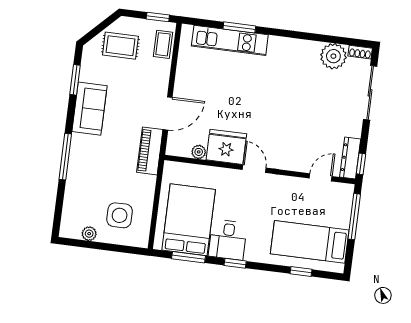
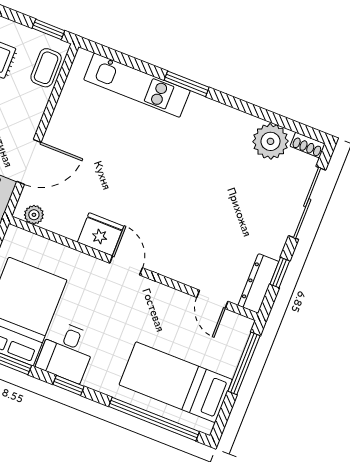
window: (239, 27) -> (187, 84), moved
fridge: (226, 147) -> (101, 234), width x0.73, depth x0.75
plant: (199, 152) -> (34, 215), moved
window: (361, 164) -> (280, 273), moved
door: (321, 177) -> (212, 299), swing flipped
window: (301, 272) -> (154, 419), width x3.17

